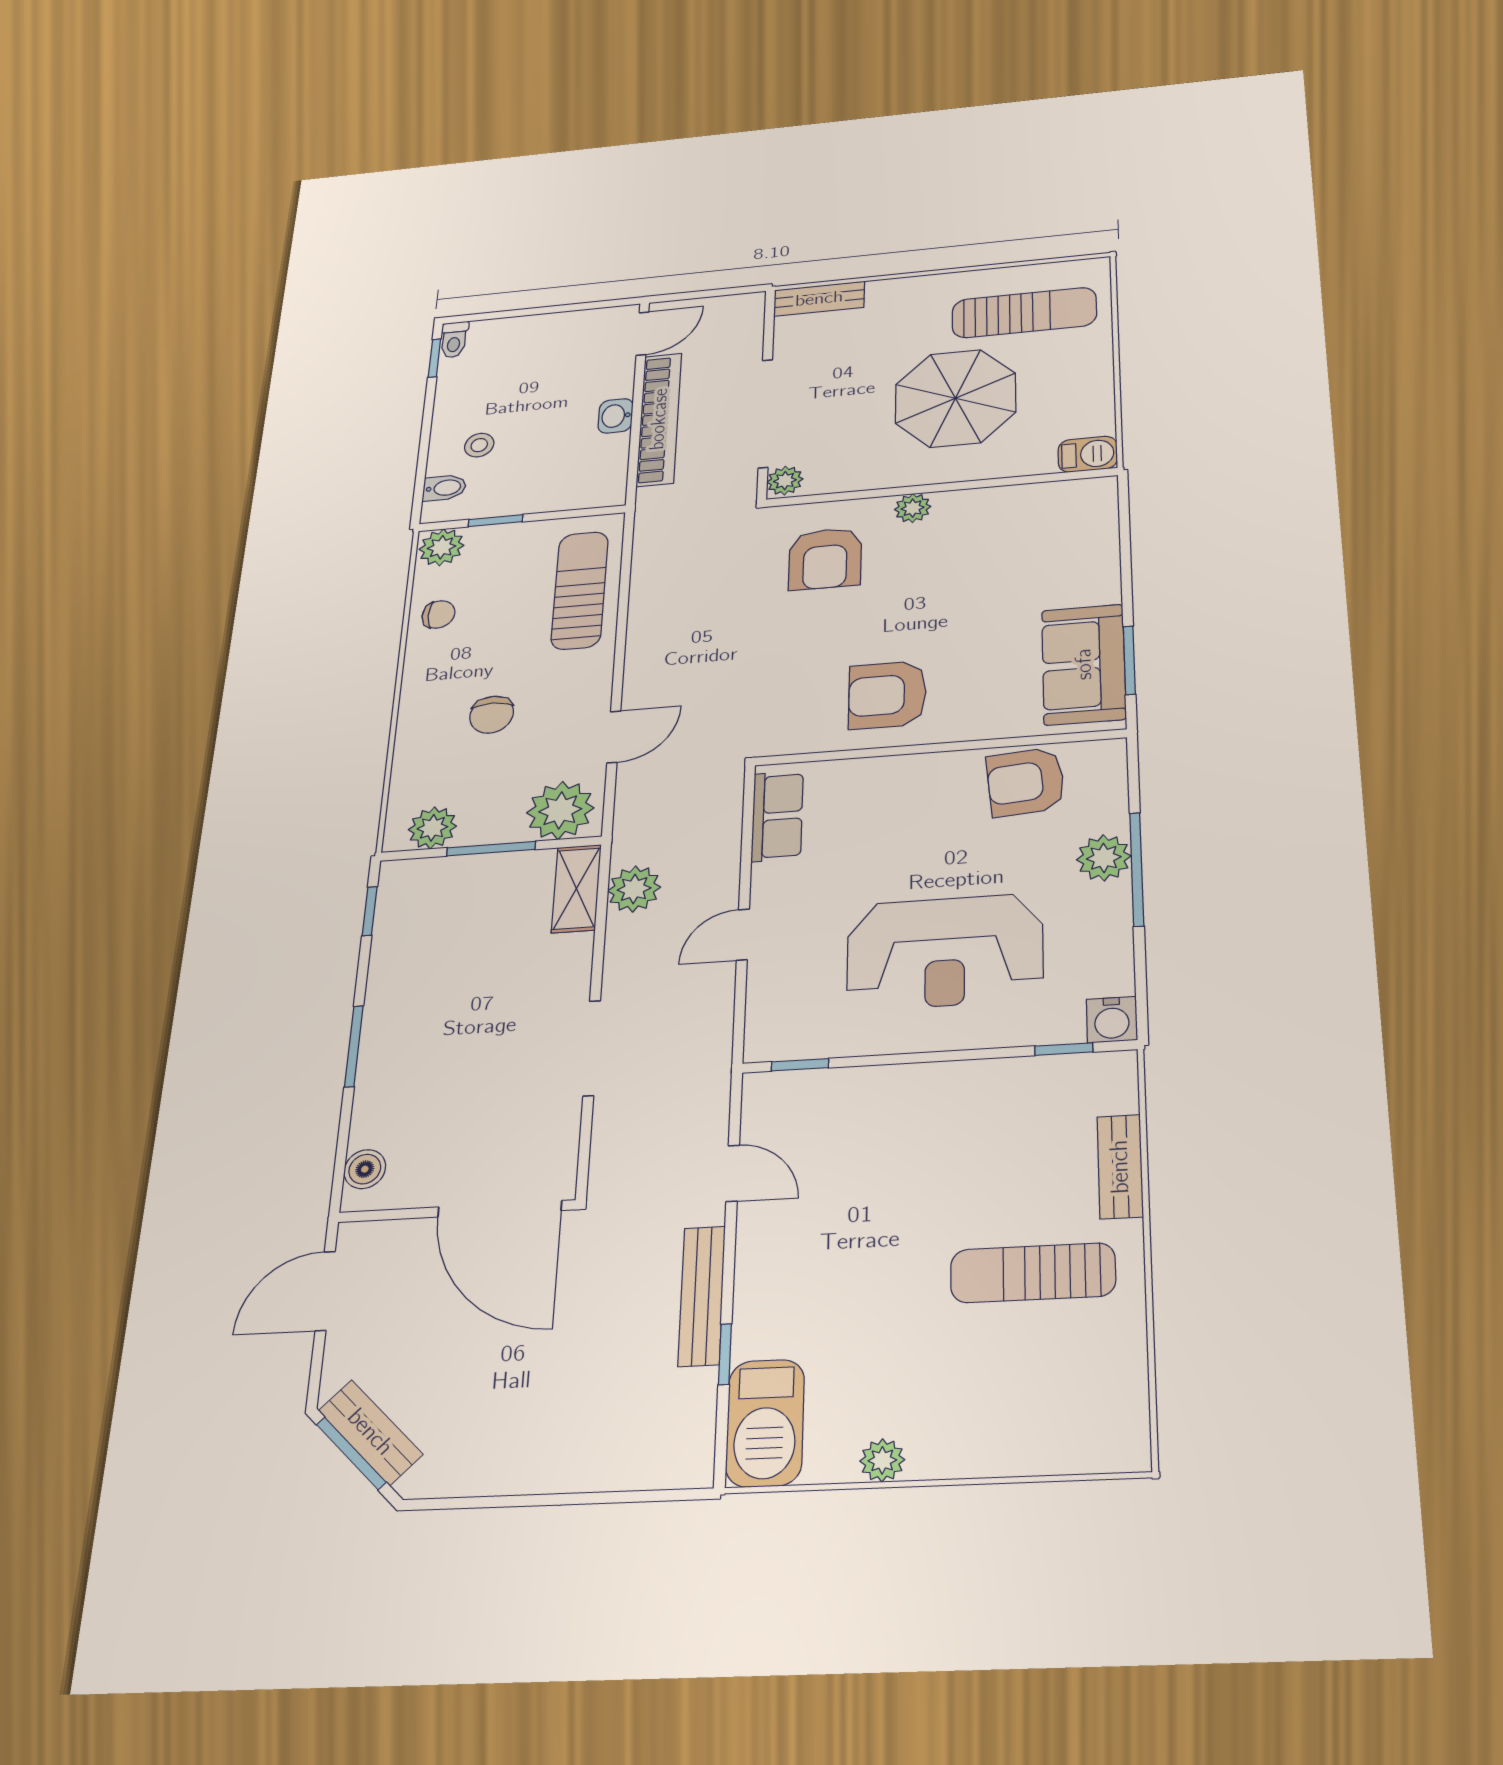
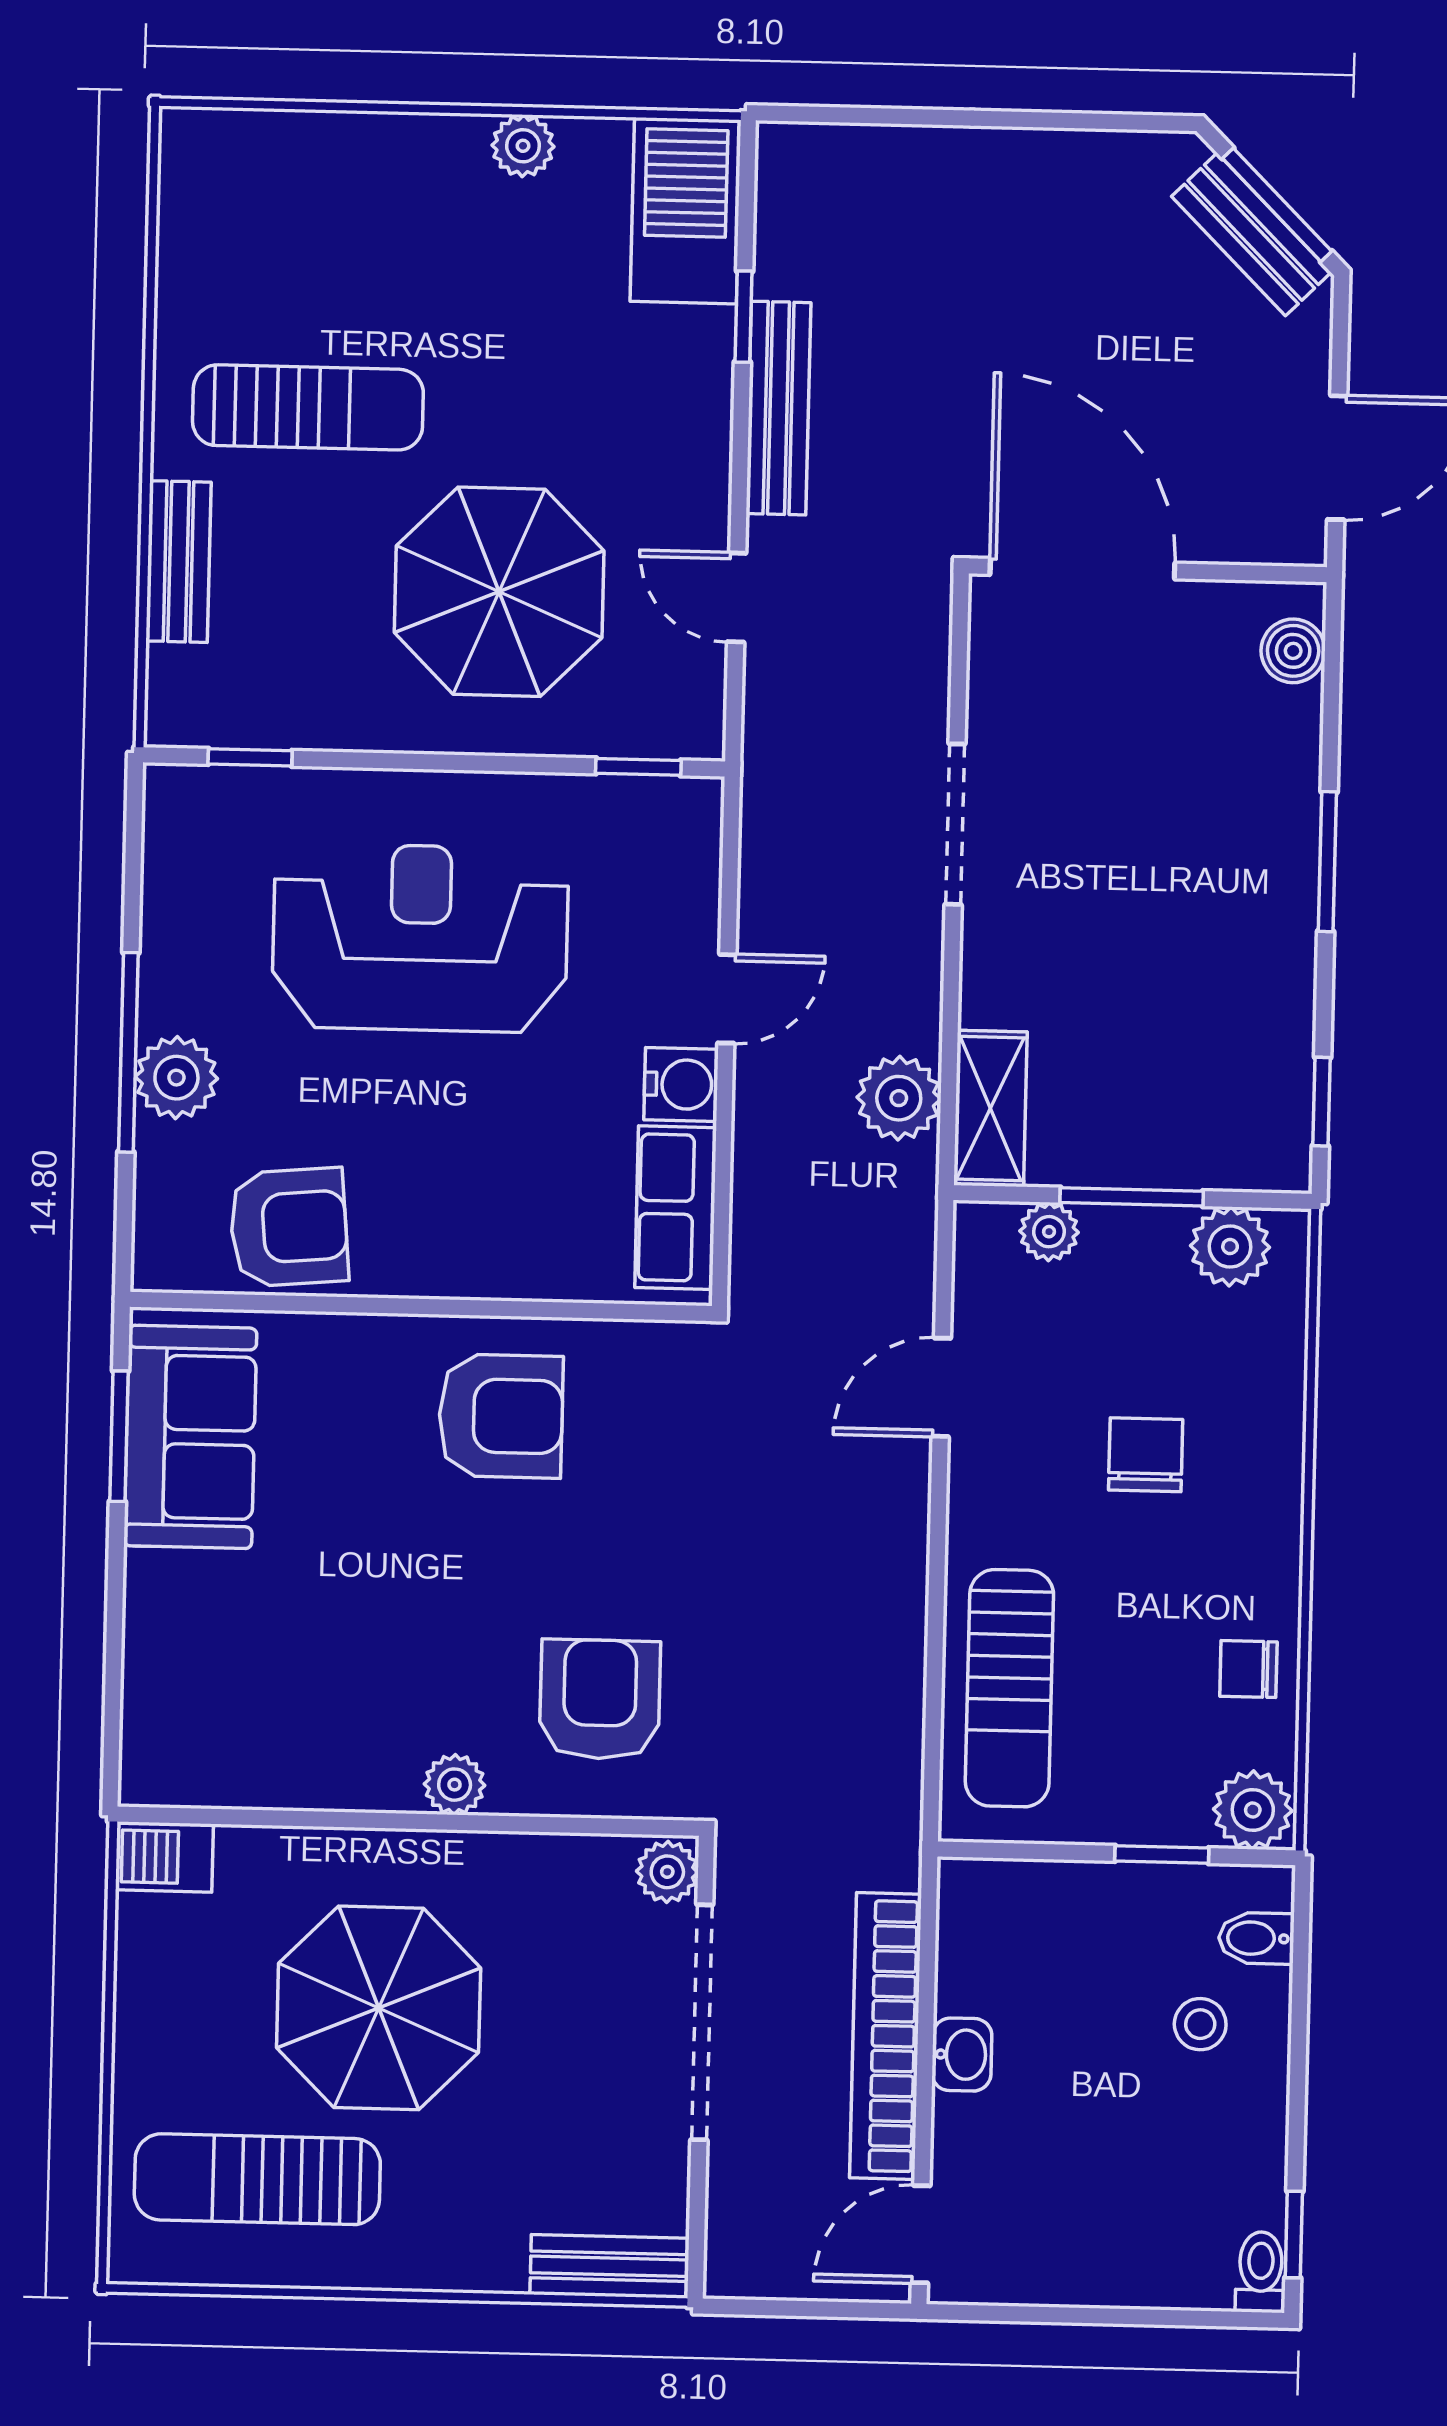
plant: (560, 810) -> (1049, 1232), width x0.53, depth x0.53
water cooler: (1112, 1020) -> (681, 1084), moved, turned 90
parasol: (895, 1165) -> (499, 592), added

